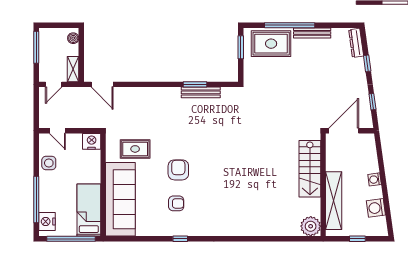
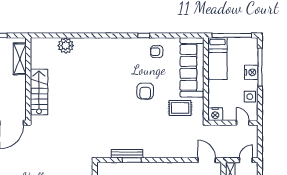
shelving: (334, 201) -> (20, 59), width x0.68
armchair: (176, 203) -> (157, 52), moved
nightstand: (47, 222) -> (251, 72), moved
plant: (311, 226) -> (66, 46), moved

